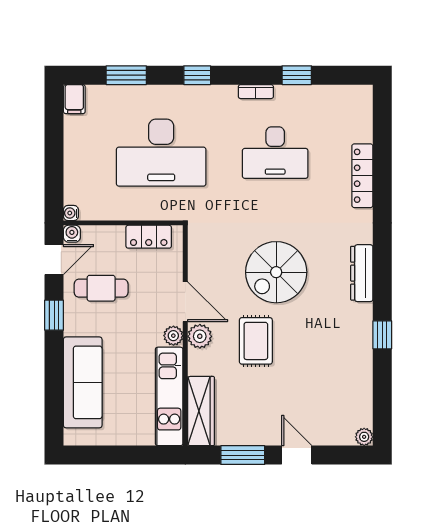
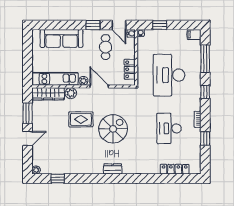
window: (126, 75) -> (205, 59), width x1.44
window: (54, 172) -> (160, 25), added
locker: (362, 176) -> (175, 169), moved
spiral stairs: (276, 272) -> (113, 129), turned 90
dresser: (362, 273) -> (113, 169), width x0.70
door: (185, 302) -> (99, 86), swing flipped
window: (382, 335) -> (58, 178), moved
plant: (200, 336) -> (71, 93), moved

